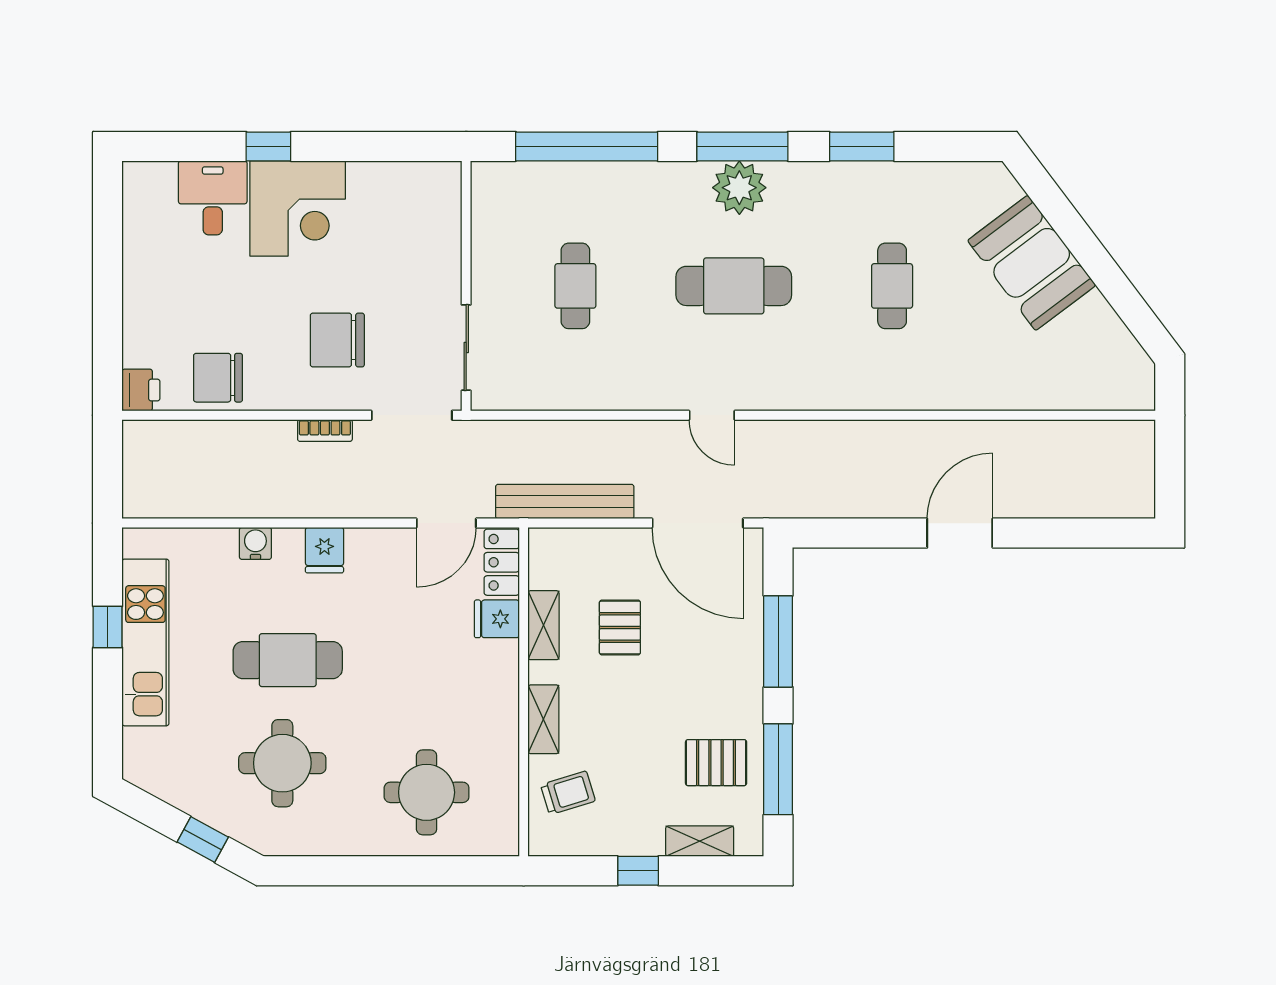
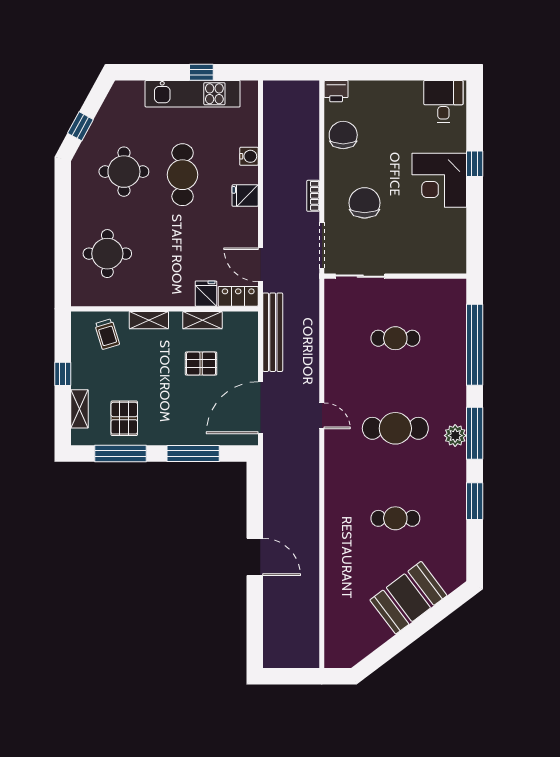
plant: (739, 188) -> (455, 436), width x0.73, depth x0.73
desk: (213, 198) -> (443, 101), moved, turned -90
cafe table: (734, 286) -> (395, 428), turned 90
door: (712, 415) -> (322, 416), swing flipped

